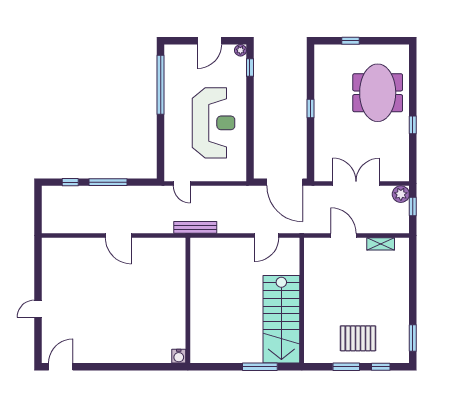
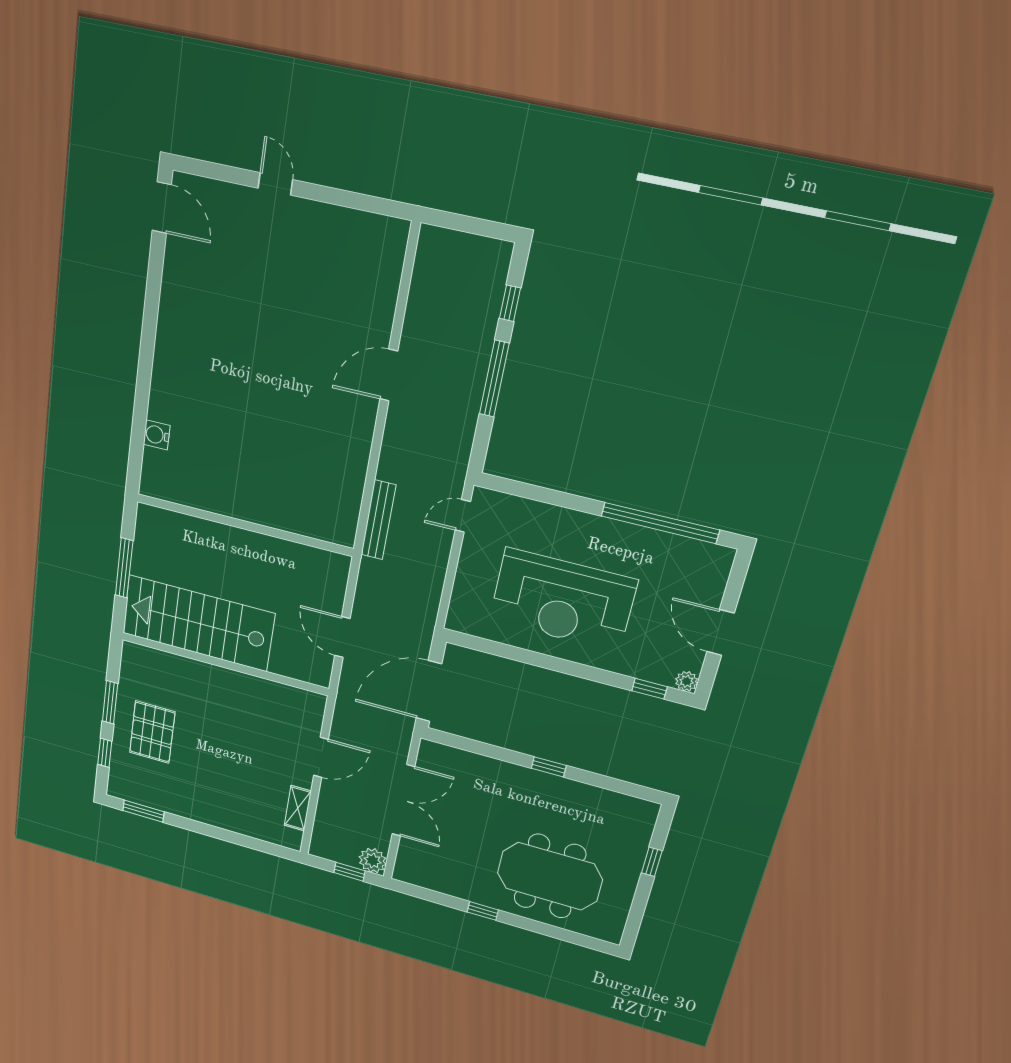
wall: (188, 300) -> (244, 525), moved

